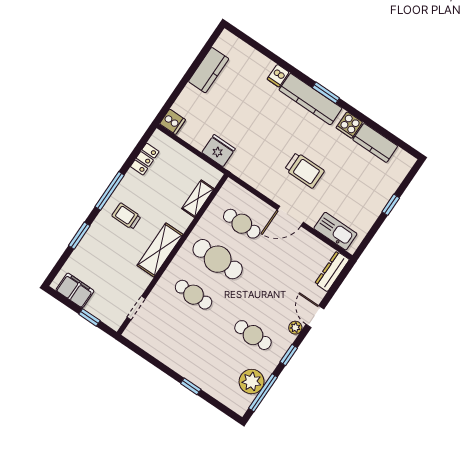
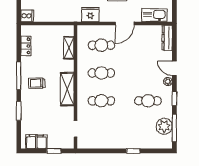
fridge: (218, 151) -> (90, 15), moved
cafe table: (218, 259) -> (101, 73), width x0.73, depth x0.74

